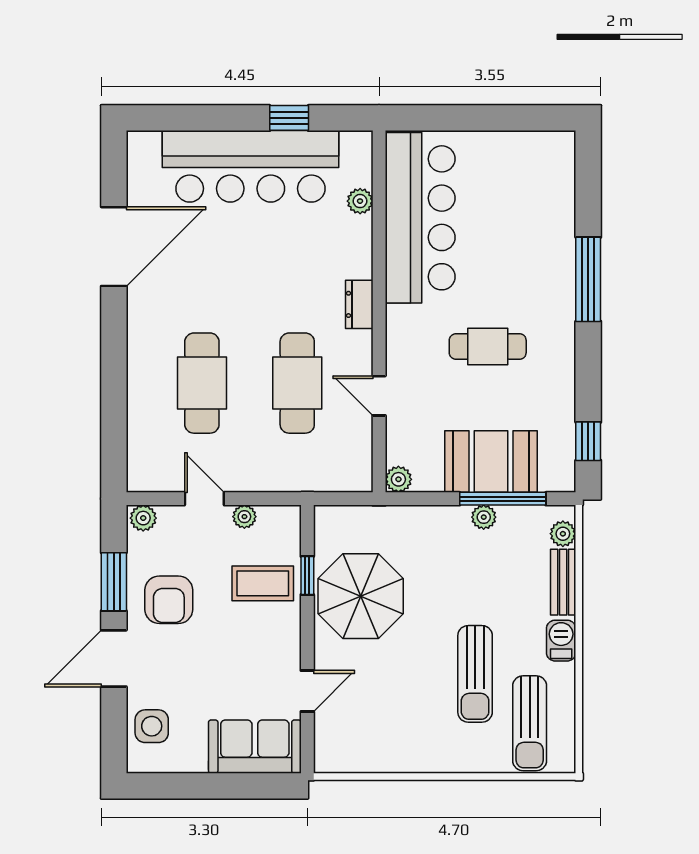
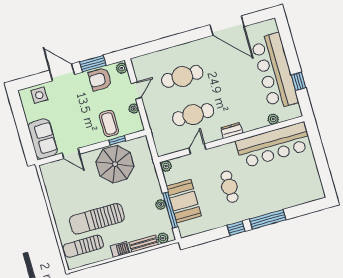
window: (588, 441) -> (236, 228), moved
armchair: (169, 600) -> (100, 79), moved
sun lounger: (475, 674) -> (97, 219), width x1.36, depth x1.34

